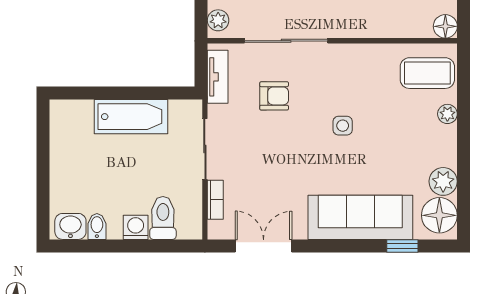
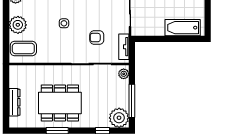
floor lamp: (445, 26) -> (15, 71), removed
plant: (447, 114) -> (18, 25), width x1.88, depth x1.88
bathtub: (131, 117) -> (183, 28), moved

